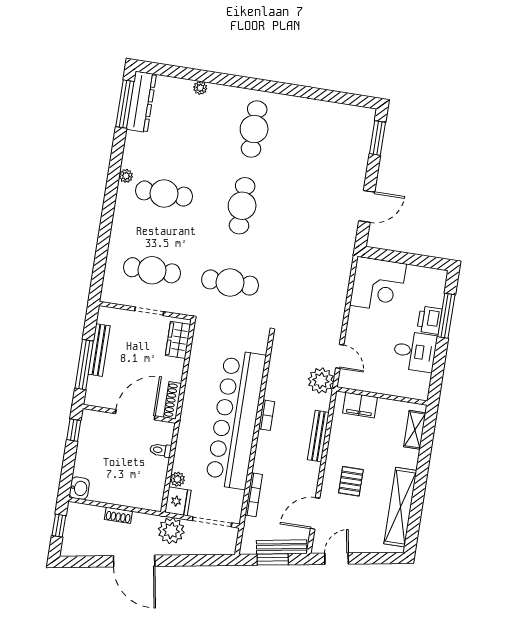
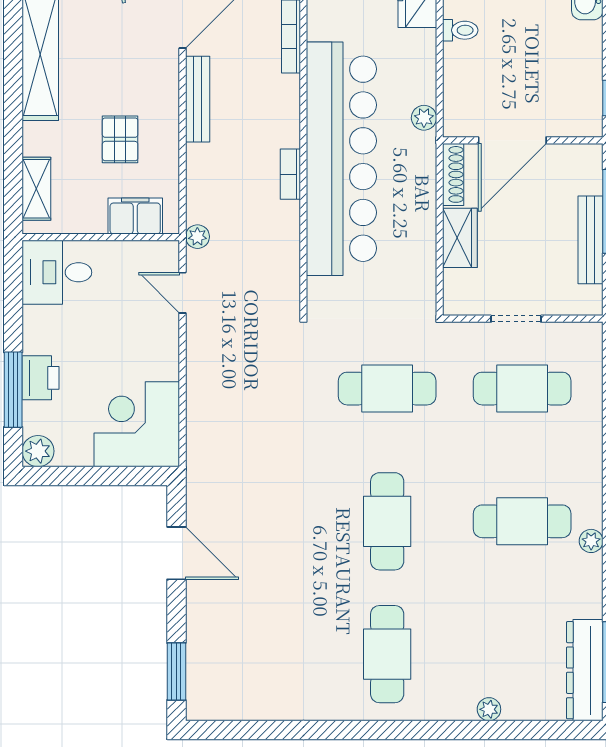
door: (367, 206) -> (176, 553), swing flipped
plant: (438, 278) -> (38, 451), added
wardrobe: (178, 340) -> (460, 238), moved
desk: (415, 351) -> (57, 272), moved
plant: (321, 381) -> (197, 237), width x0.53, depth x0.53
bench: (318, 436) -> (198, 99), moved
toilet: (161, 450) -> (460, 30), moved
plant: (177, 479) -> (424, 118), moved
pallet: (351, 481) -> (120, 139), moved

